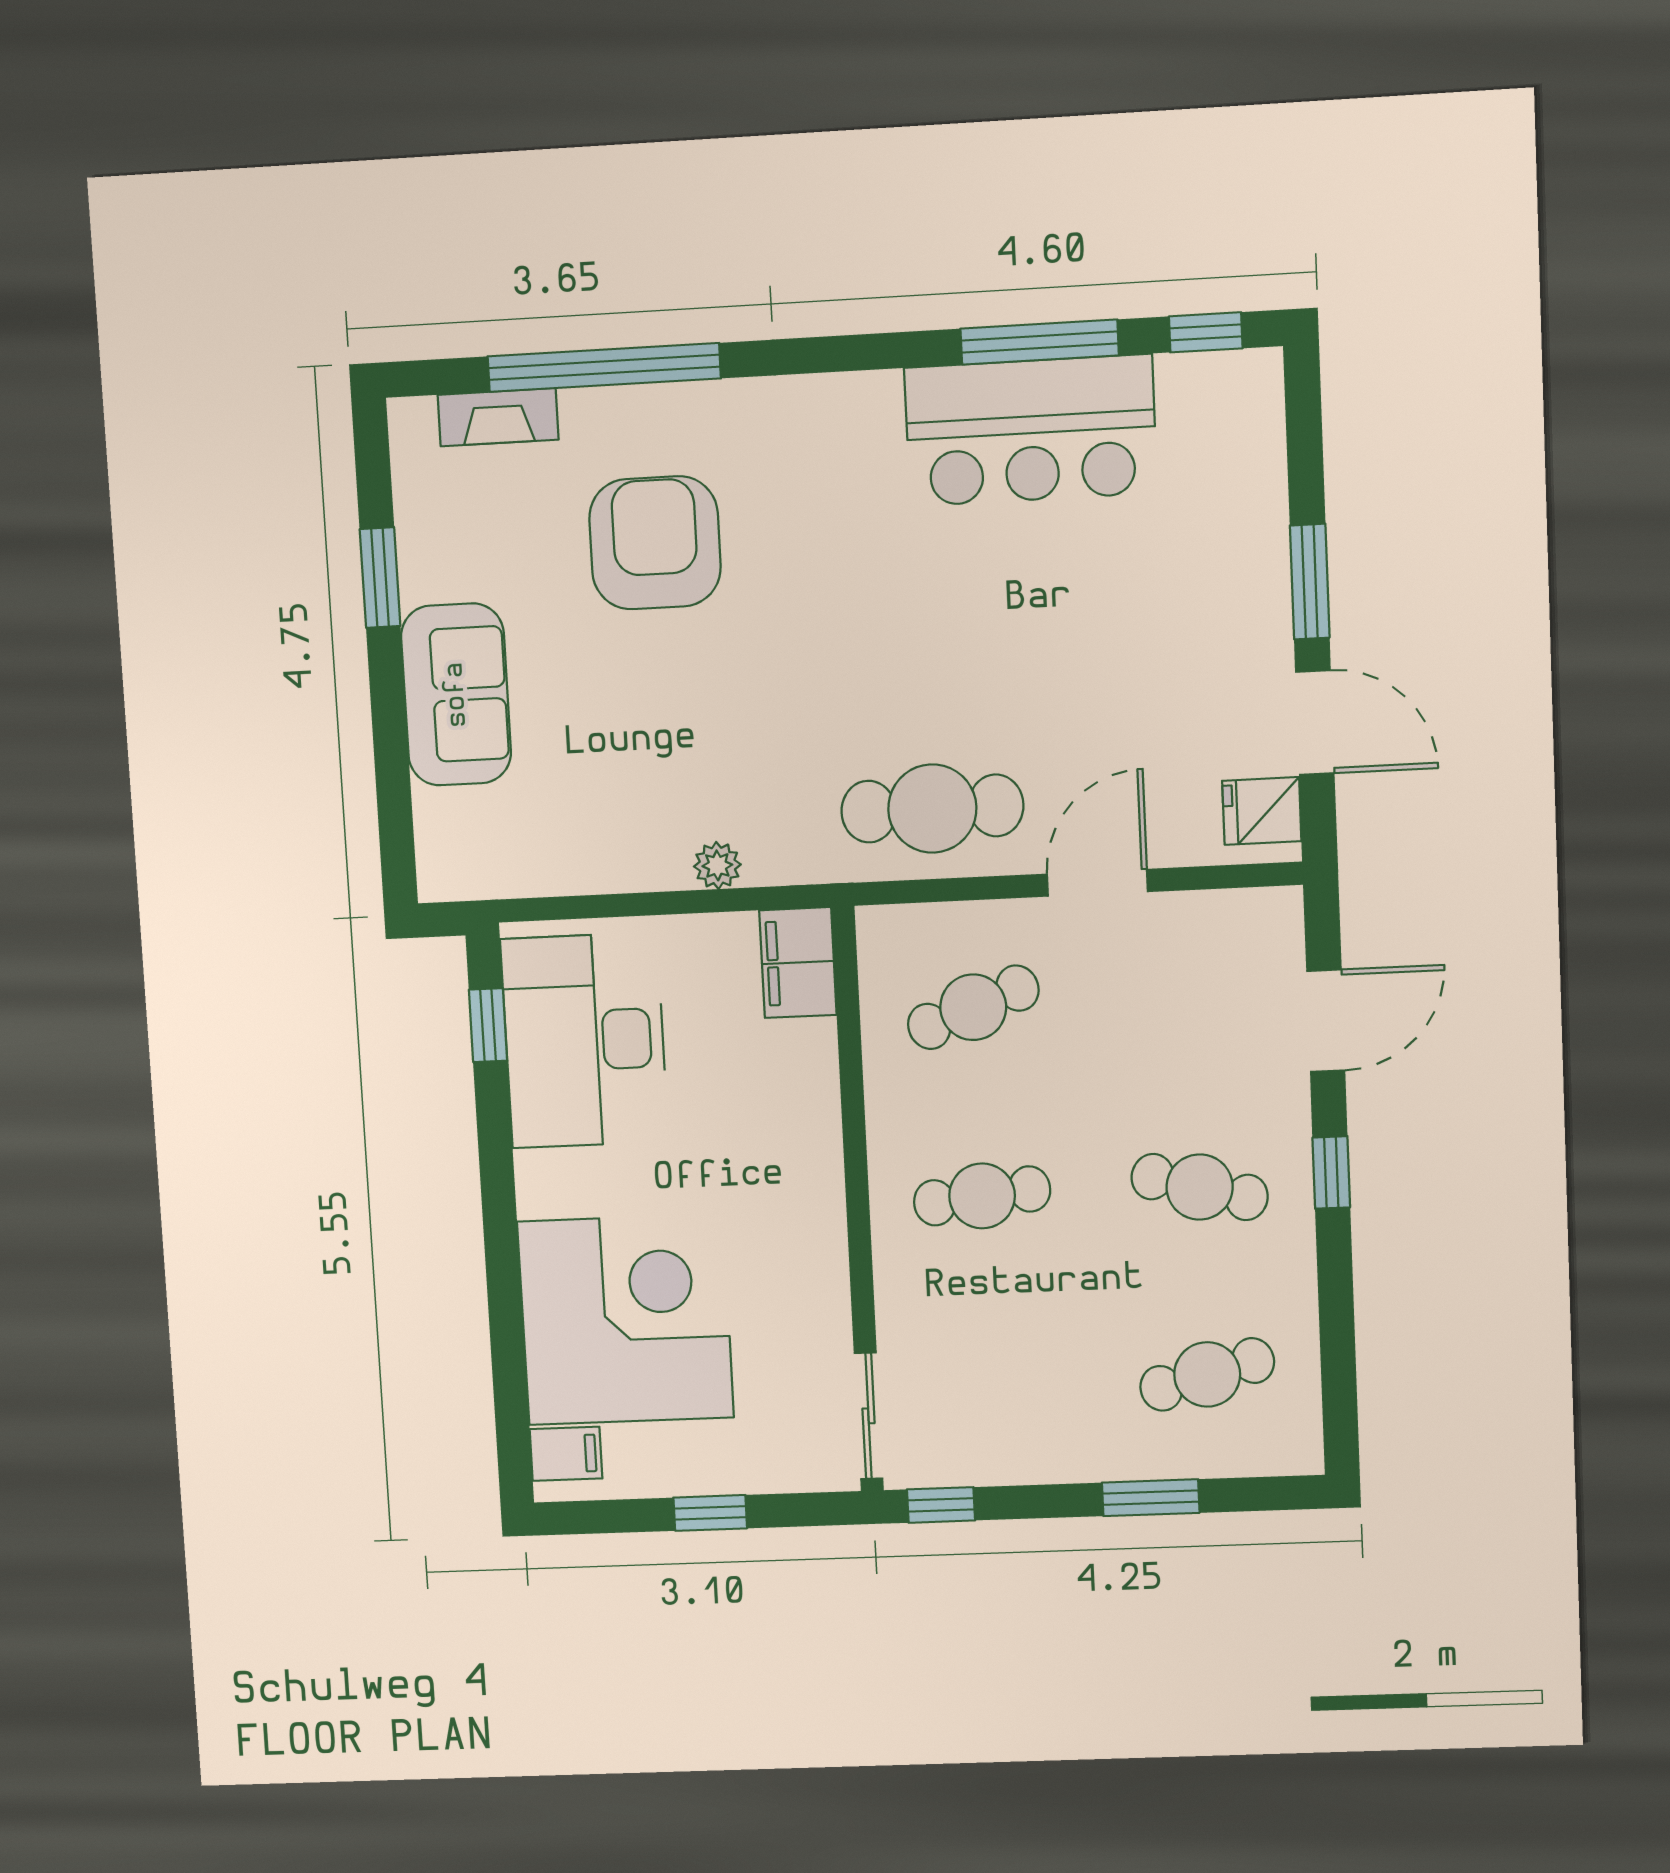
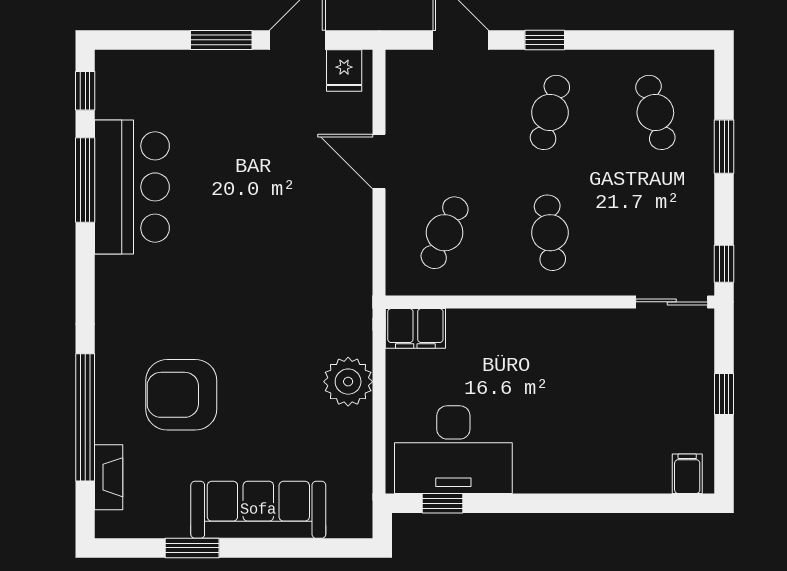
sofa: (456, 695) -> (258, 510), width x1.36
cafe table: (932, 809) -> (334, 250), removed
plant: (717, 865) -> (348, 382), width x1.87, depth x1.87
cafe table: (973, 1007) -> (445, 233), turned 45
corner desk: (626, 1320) -> (612, 436), removed

